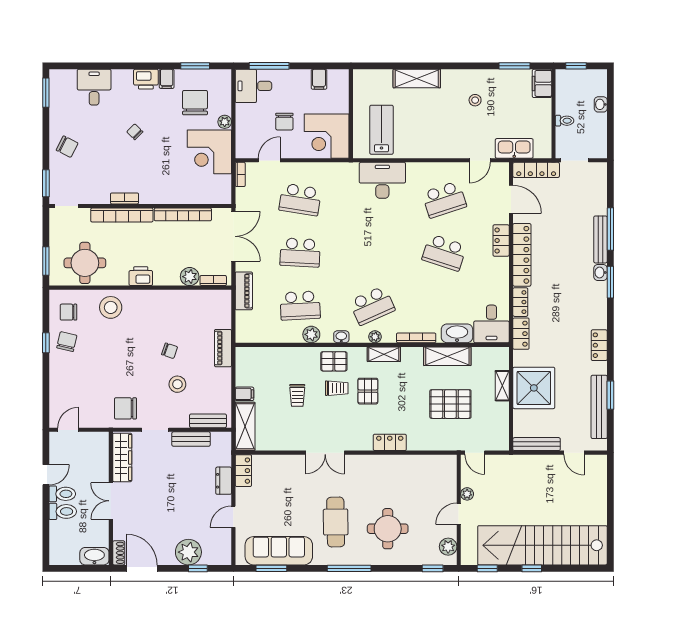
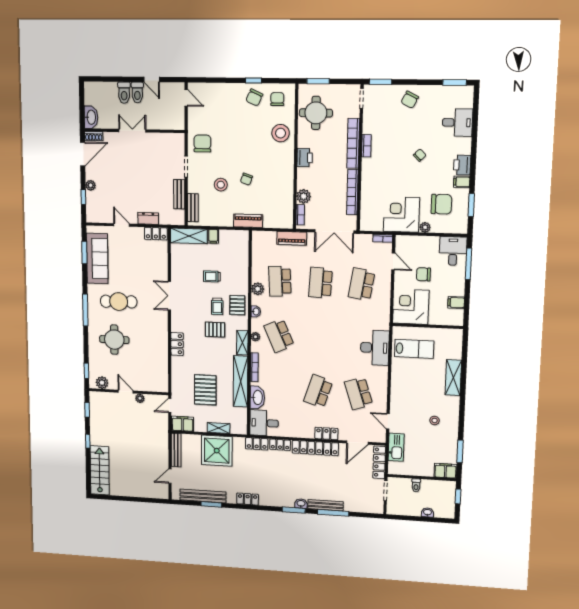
chair: (67, 342) -> (254, 98), turned 101
shelving: (447, 356) -> (240, 381), width x1.47
filing cabinet: (499, 435) -> (183, 424), added
wardrobe: (122, 457) -> (165, 140), removed
stairs: (542, 545) -> (100, 470), width x0.54, depth x0.66
plant: (188, 552) -> (91, 185), width x0.53, depth x0.53

